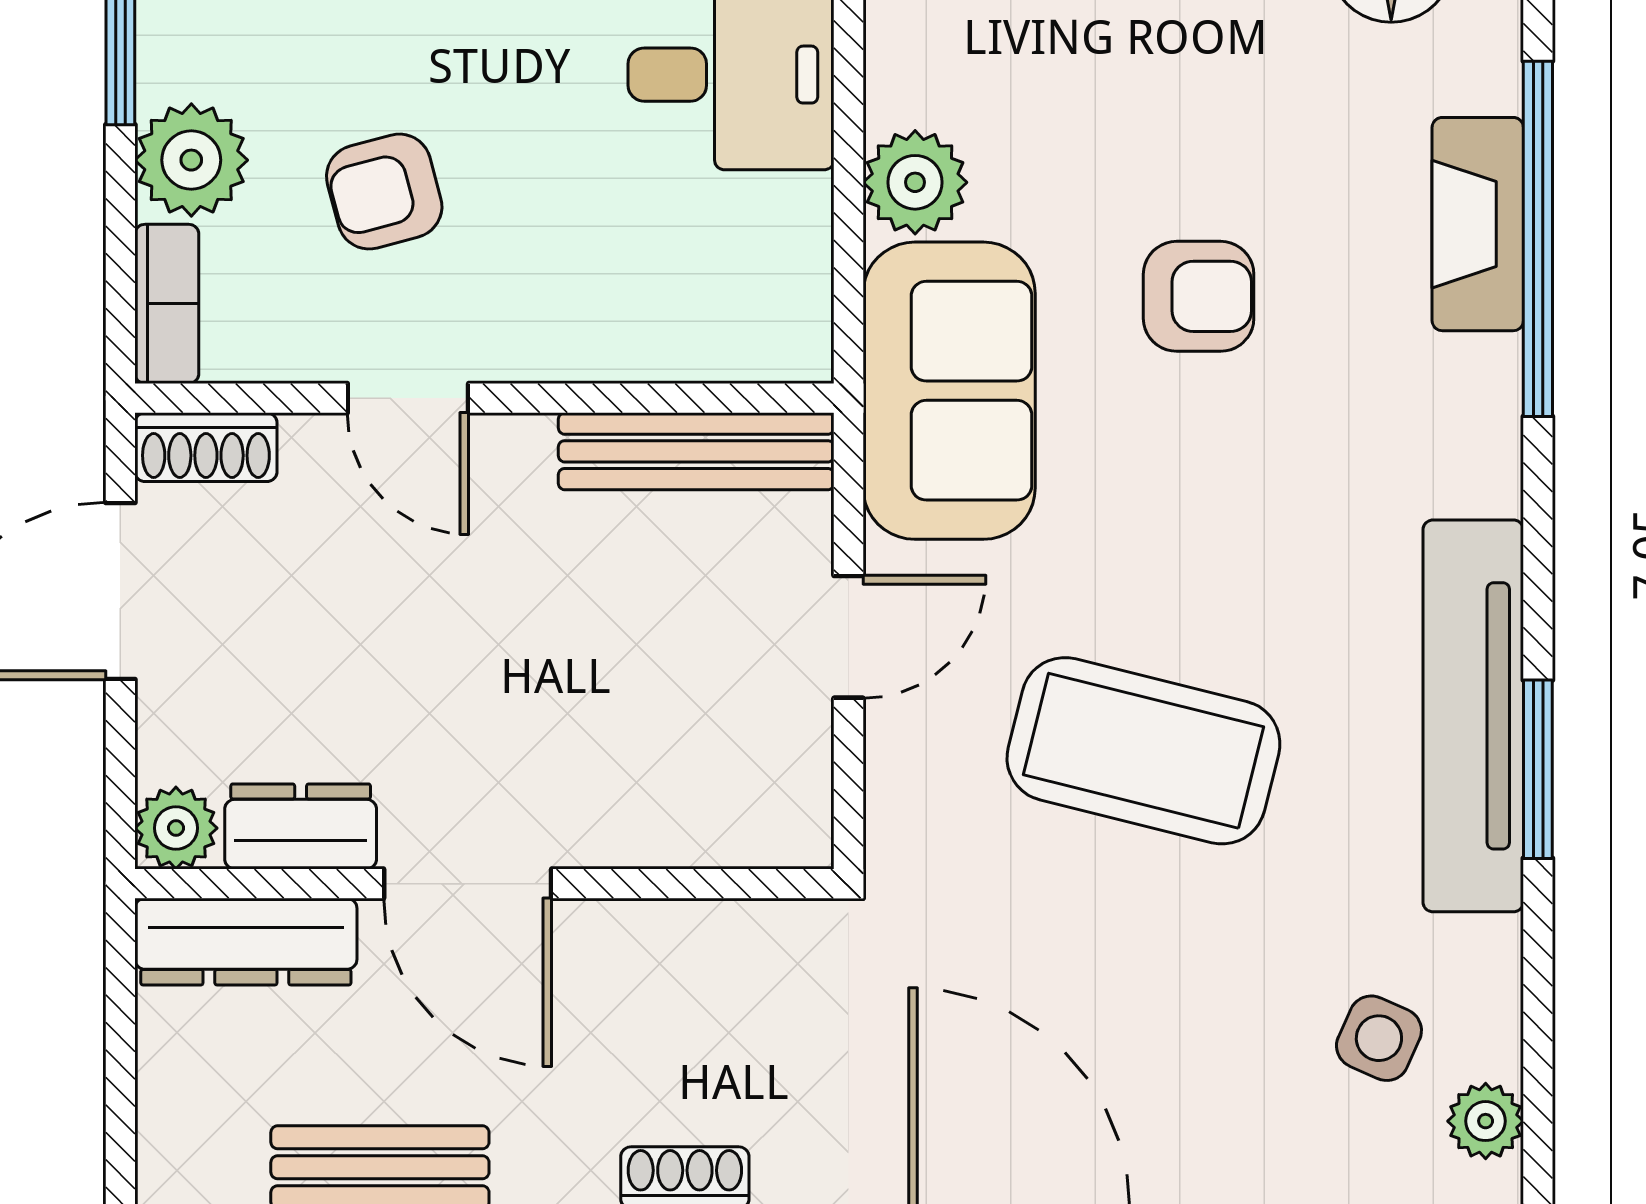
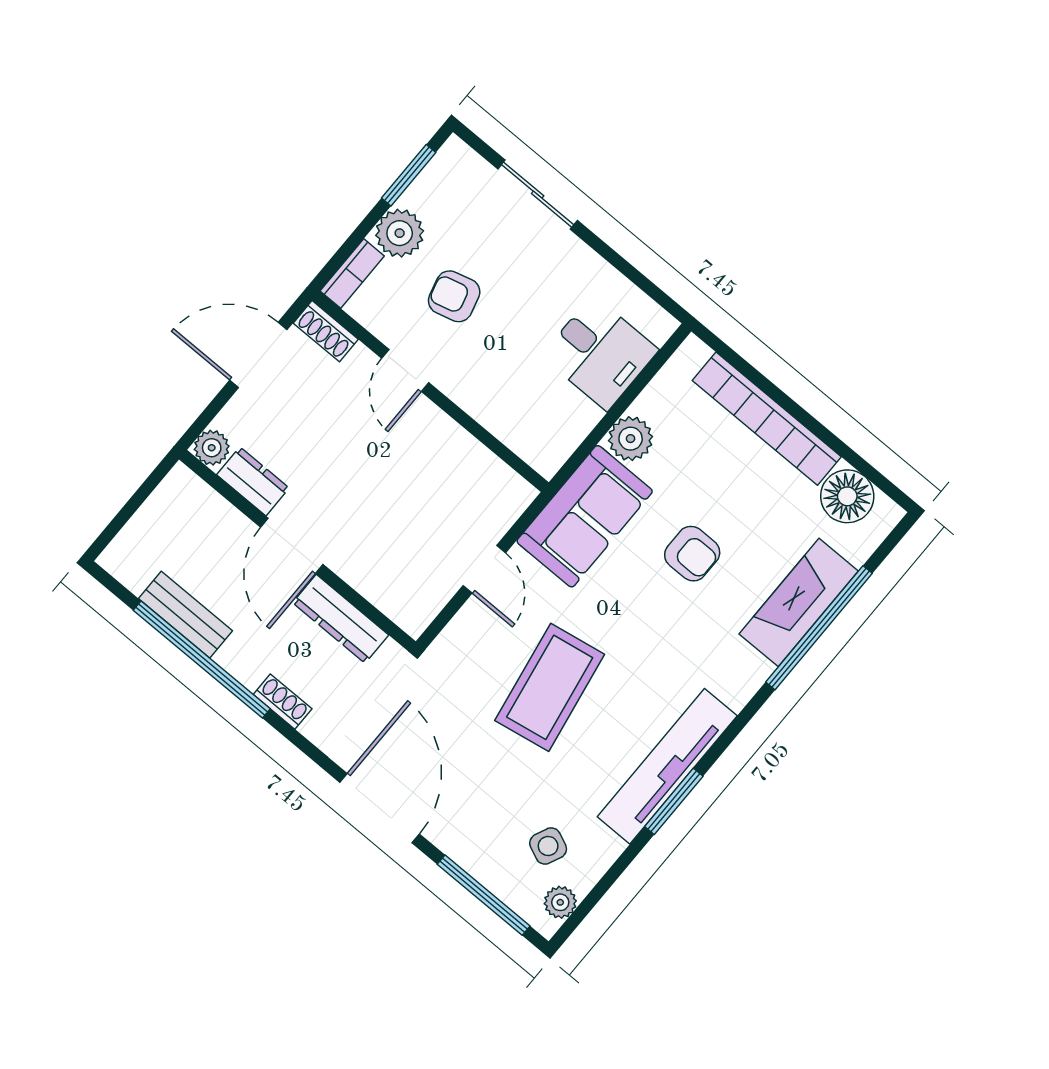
fireplace: (1478, 224) -> (799, 602), width x1.37, depth x1.32
bench: (696, 451) -> (485, 467), removed
door: (849, 637) -> (484, 569), hinge flipped
coffee table: (1143, 751) -> (550, 687), turned 66
dresser: (246, 942) -> (341, 619), moved

